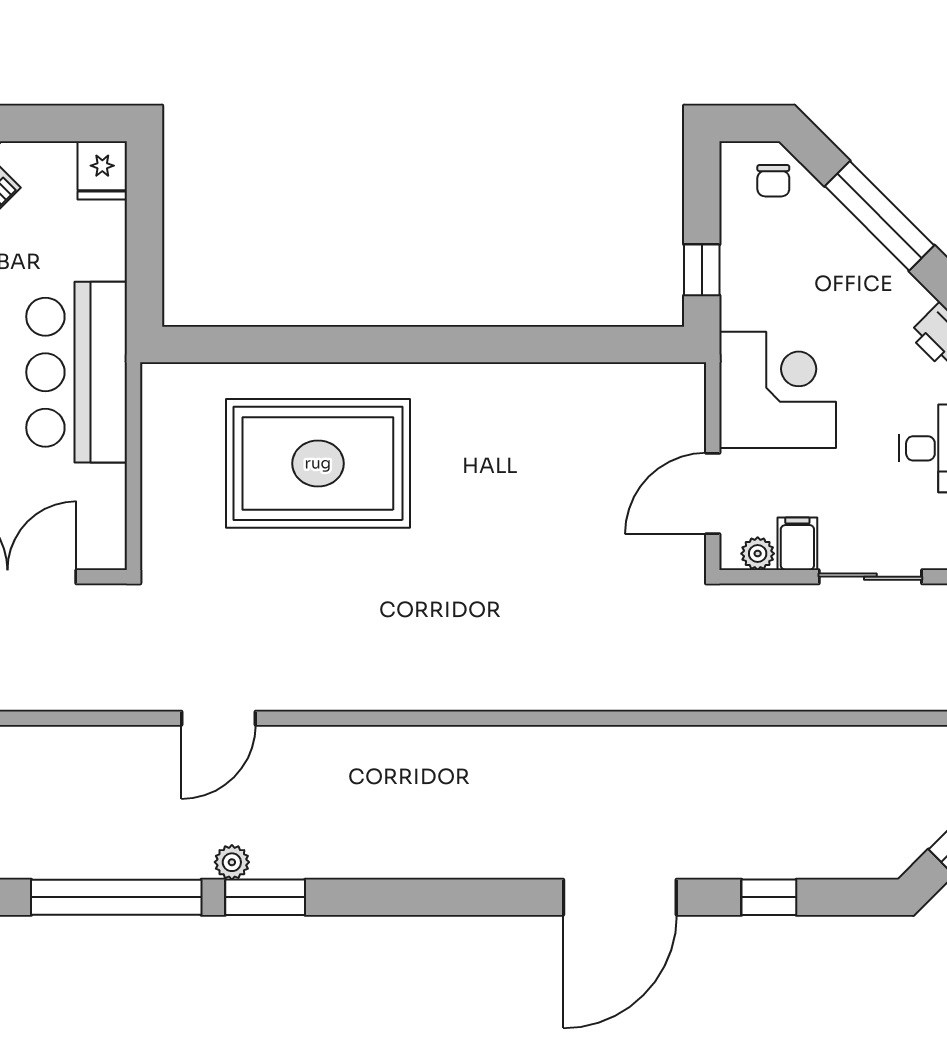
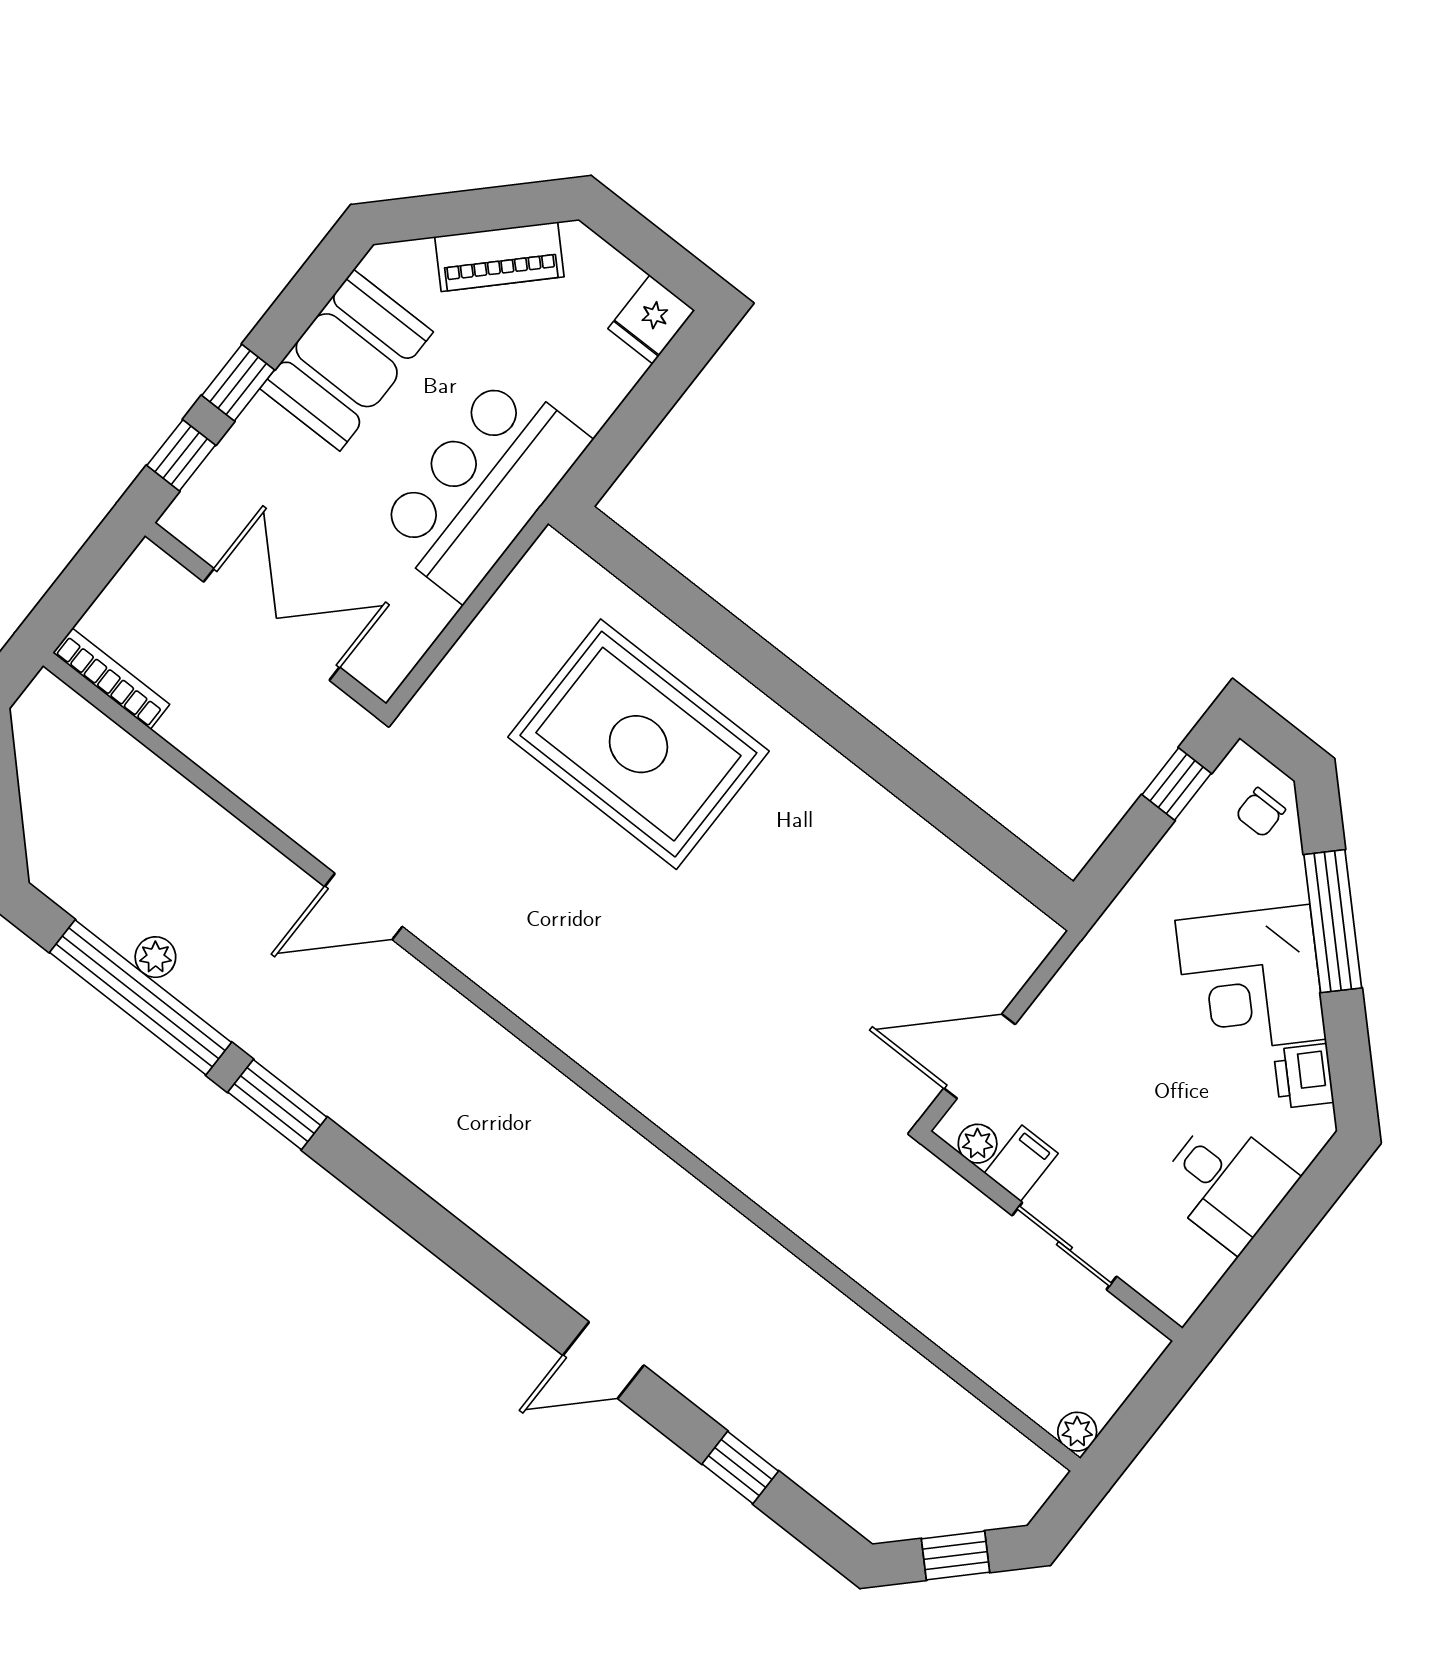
window: (702, 270) -> (1177, 784), moved
corner desk: (778, 390) -> (1251, 980), moved, turned 135
plant: (232, 862) -> (155, 957), moved
door: (620, 897) -> (603, 1360), width x0.53

